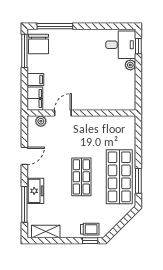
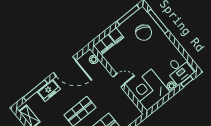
chair: (39, 44) -> (144, 33), moved, turned -67
corner desk: (116, 91) -> (149, 90), added
door: (63, 113) -> (119, 80), moved
door: (24, 156) -> (65, 66), width x1.87

